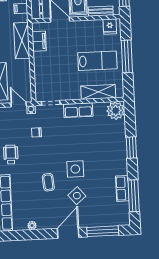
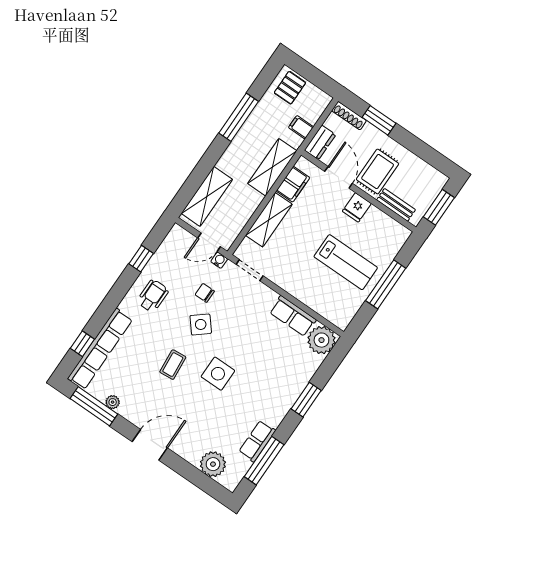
fridge: (110, 26) -> (357, 207), moved
shelving: (98, 92) -> (269, 220), moved, turned 90
door: (19, 104) -> (209, 242), swing flipped
row of seats: (78, 110) -> (293, 316), moved
side table: (77, 196) -> (201, 324), moved
plant: (109, 218) -> (213, 464), added
window: (103, 231) -> (94, 406), moved

